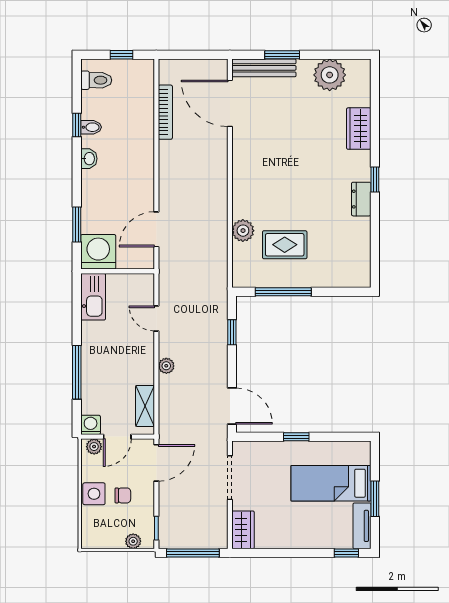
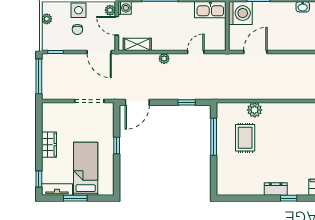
door: (156, 229) -> (255, 52), hinge flipped
wardrobe: (243, 530) -> (49, 145), moved, turned -90
plant: (133, 541) -> (47, 19), moved

